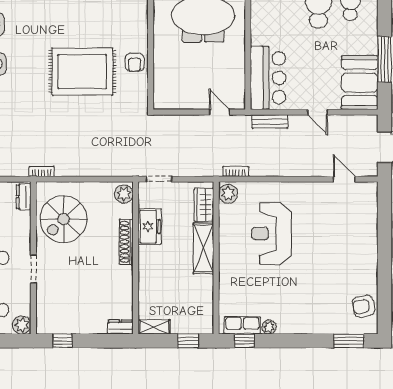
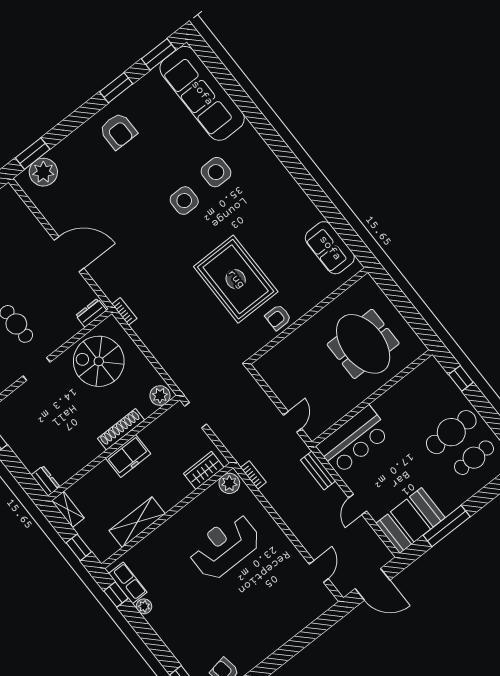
freezer: (150, 227) -> (128, 456), moved
shelving: (203, 248) -> (137, 522), moved

